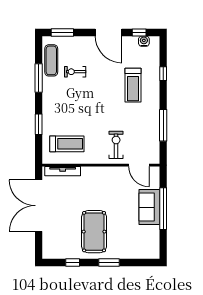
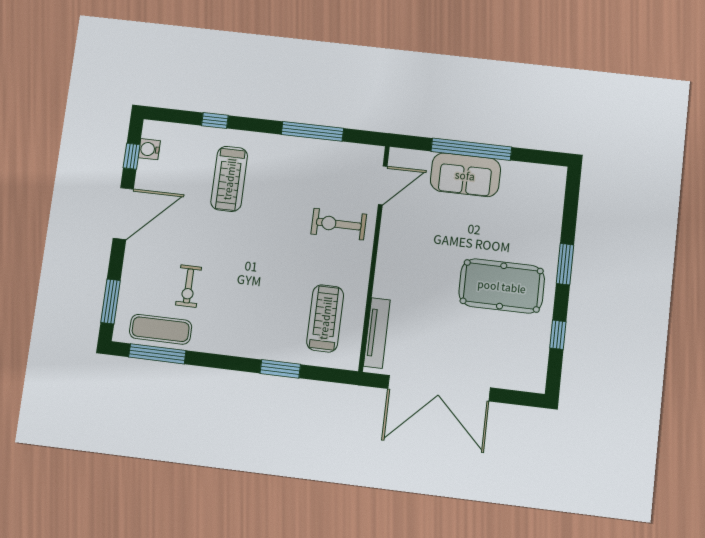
window: (39, 78) -> (157, 354), moved
treadmill: (133, 85) -> (229, 179), turned 90

